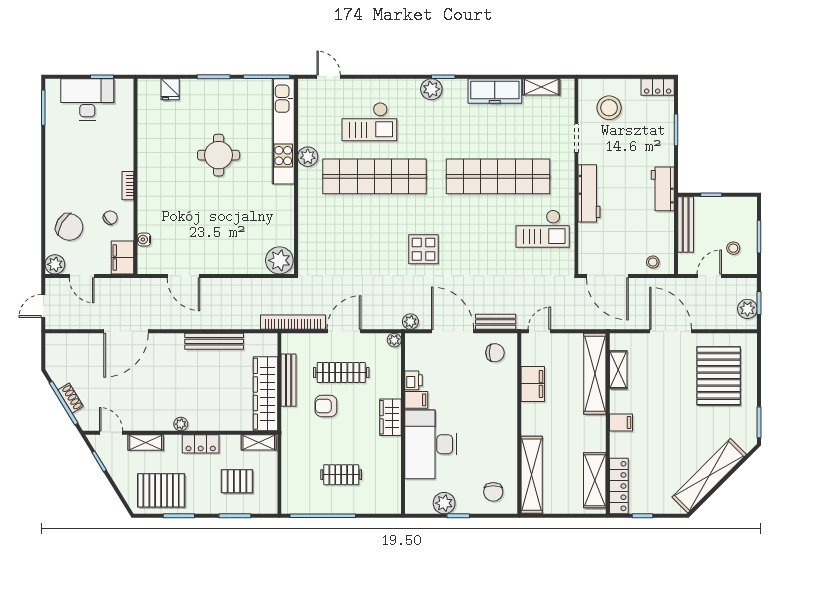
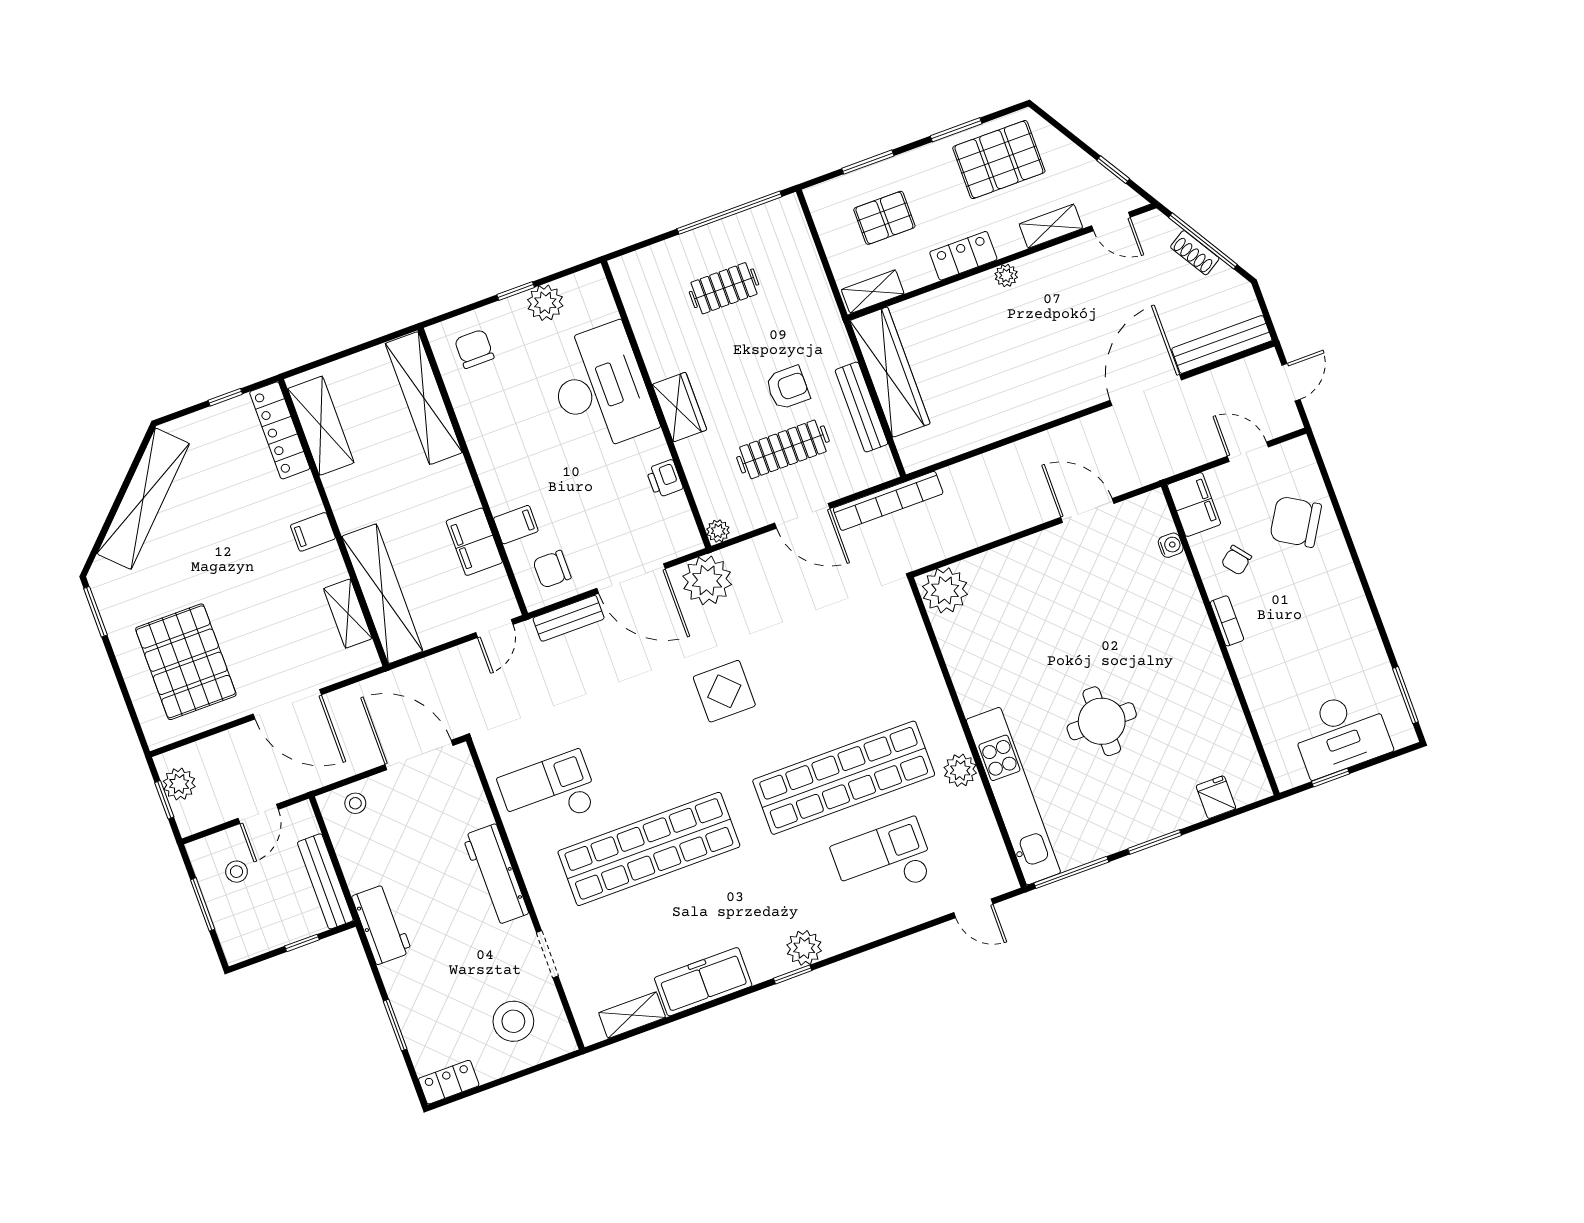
plant: (55, 264) -> (1297, 455), removed
plant: (410, 322) -> (707, 580), width x1.88, depth x1.88
door: (344, 331) -> (802, 516), hinge flipped
bench: (214, 341) -> (1222, 344), moved
filing cabinet: (416, 400) -> (516, 525), moved, turned 180

